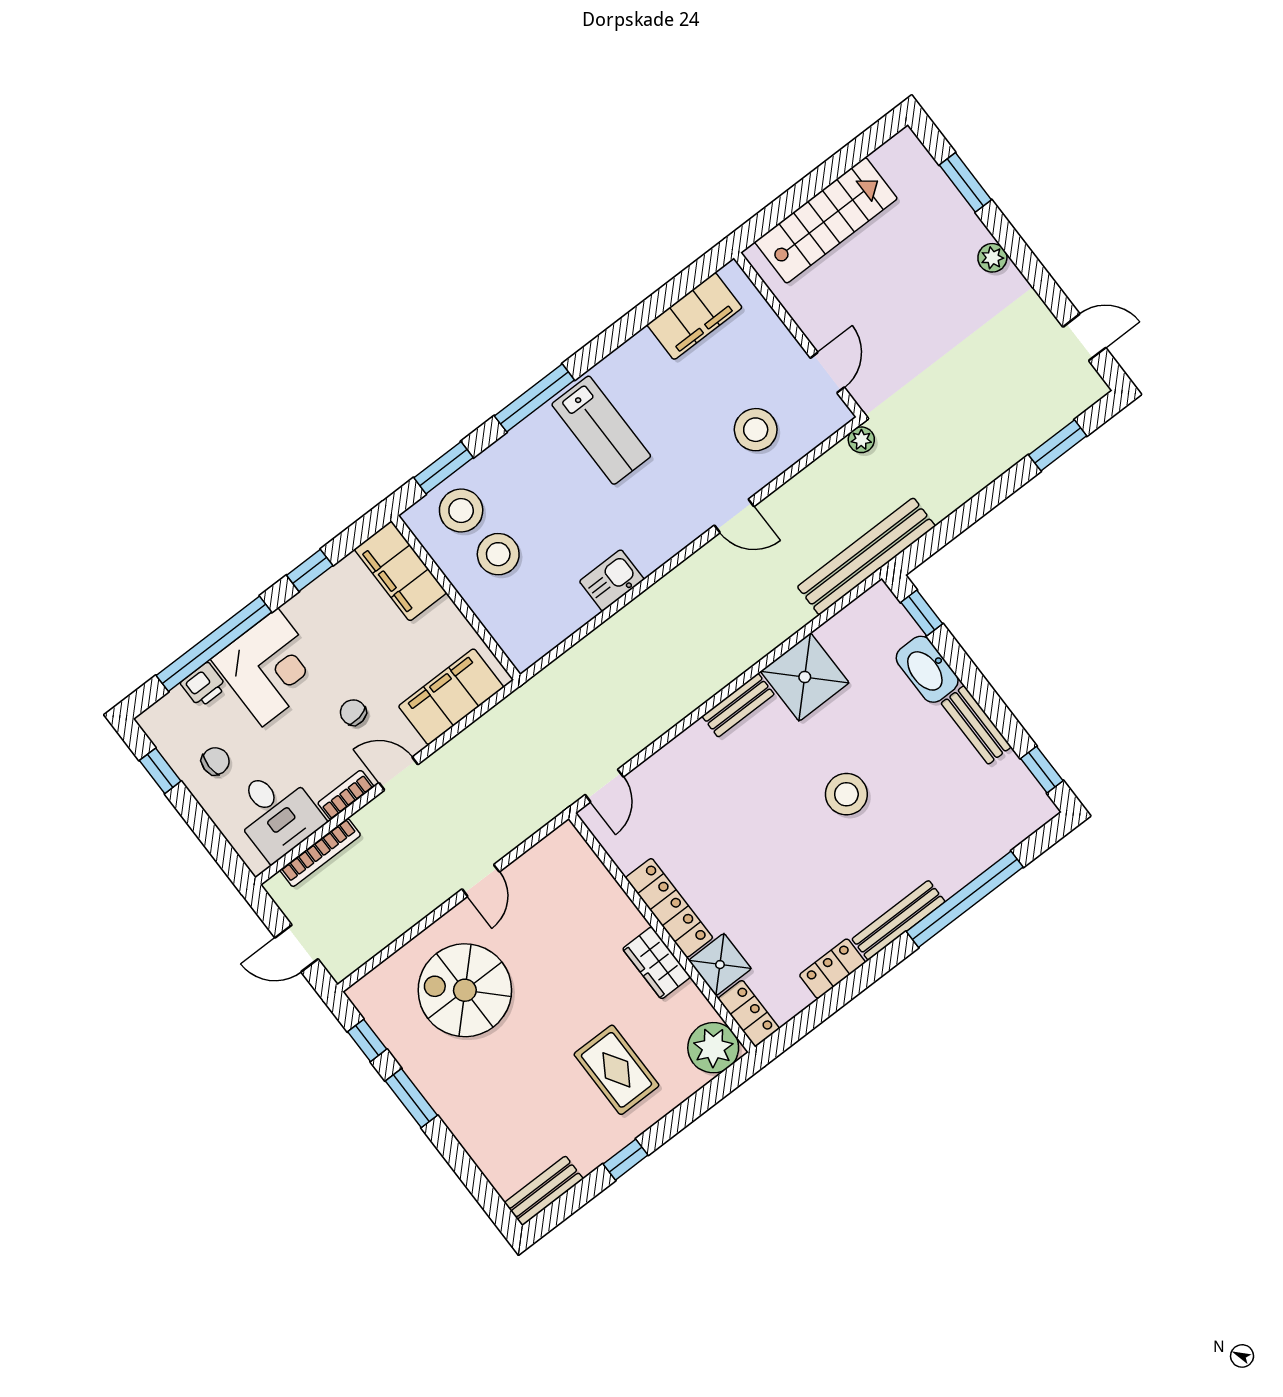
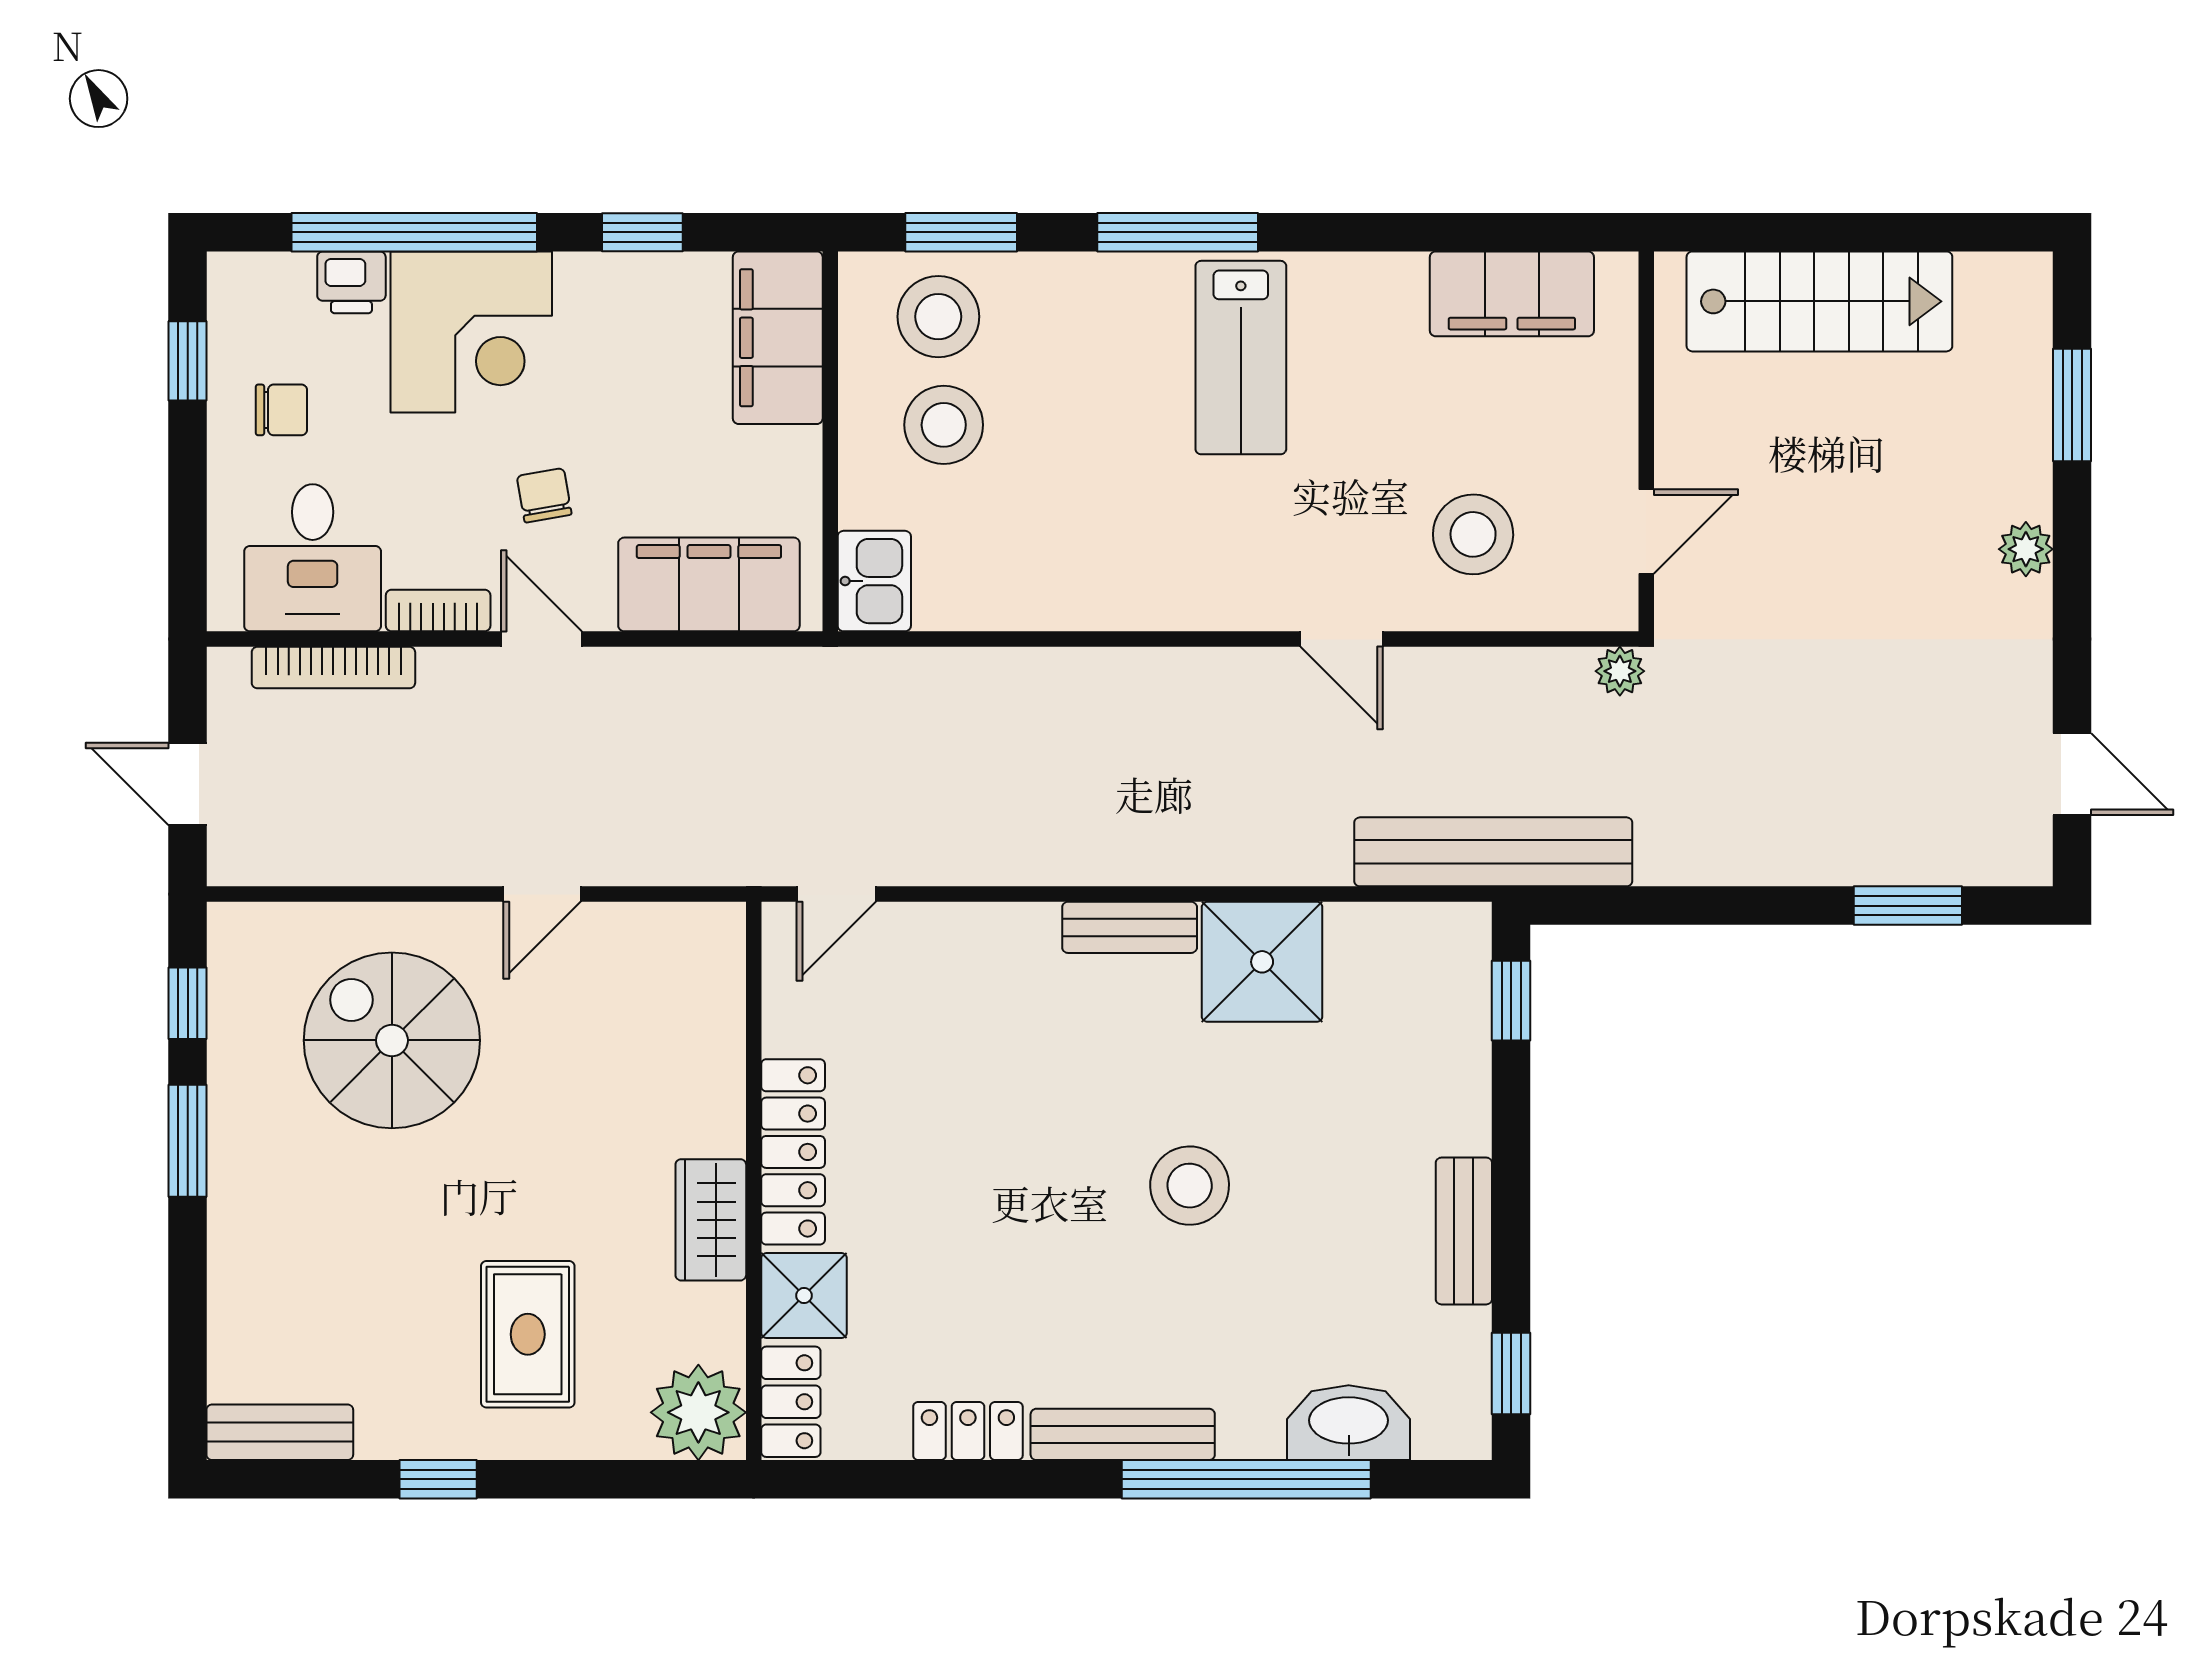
kitchen sink: (612, 580) -> (874, 581), moved, turned 90
washbasin: (927, 669) -> (1349, 1423), moved, turned 90

